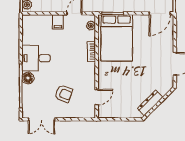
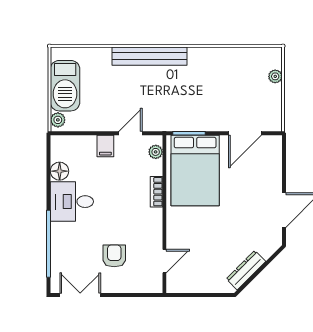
door: (160, 13) -> (245, 133), moved
floor lamp: (28, 78) -> (60, 171), moved
armchair: (64, 94) -> (114, 256), turned -111
double door: (42, 119) -> (80, 295), swing flipped

